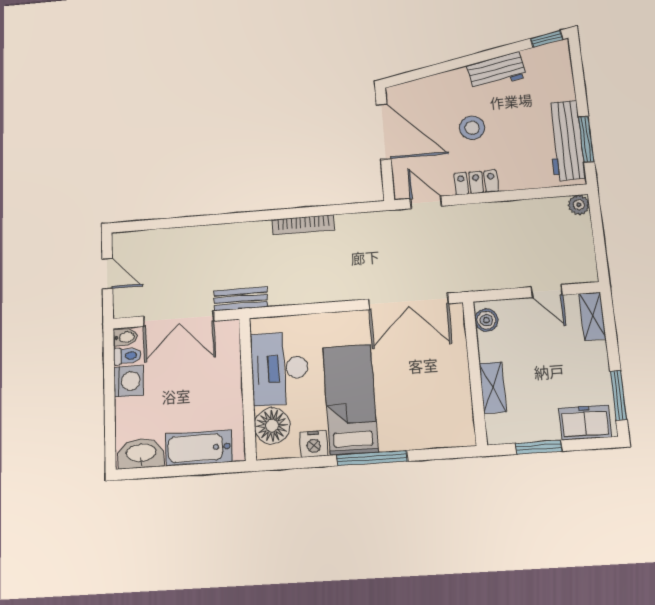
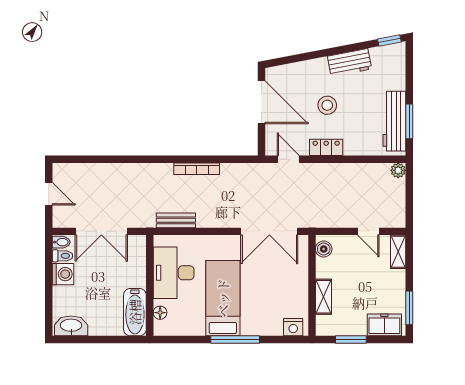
bench: (241, 299) -> (176, 220), moved
floor lamp: (272, 426) -> (160, 313), width x0.53, depth x0.53
nightstand: (314, 444) -> (293, 327), moved
bathtub: (199, 448) -> (135, 312), moved, turned -90

